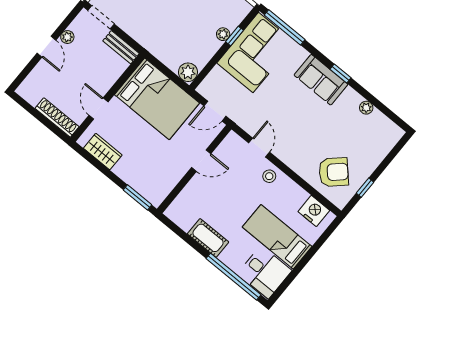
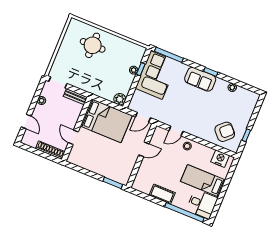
door: (46, 47) -> (26, 121), moved
door: (259, 148) -> (176, 131), swing flipped
wardrobe: (103, 152) -> (84, 162), removed

